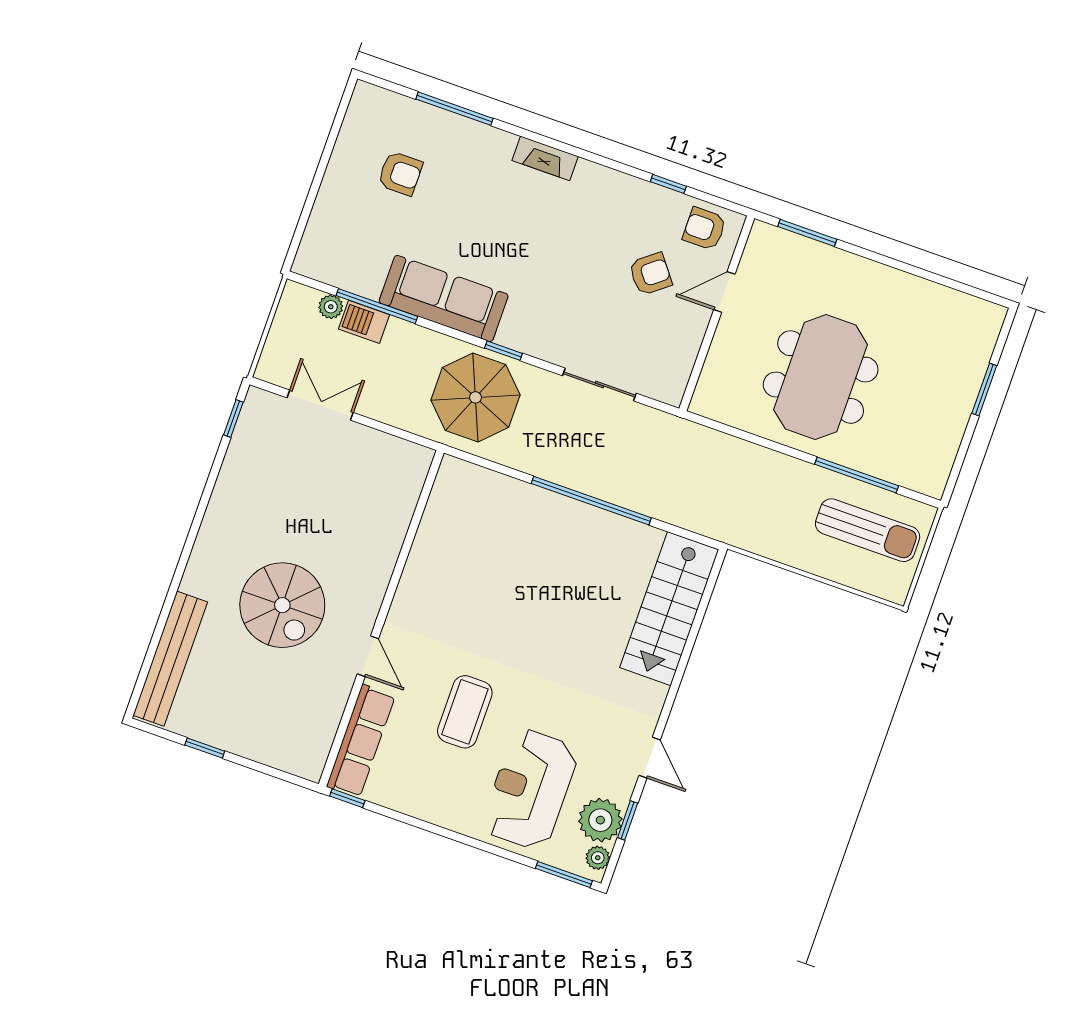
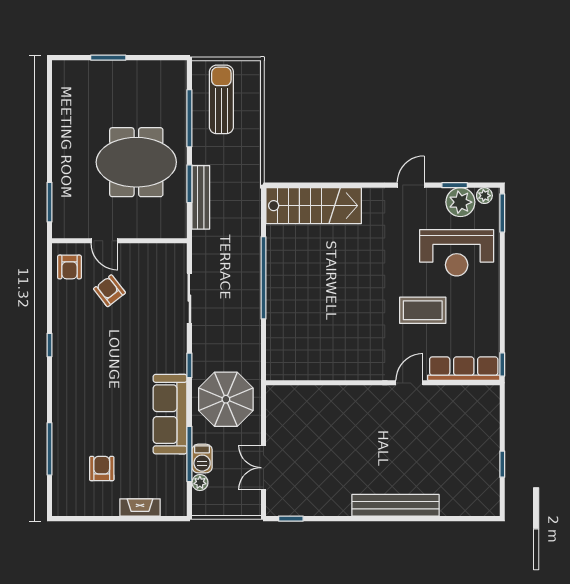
fireplace: (545, 158) -> (140, 507), moved, turned -90
window: (668, 184) -> (49, 345), moved
parasol: (475, 397) -> (226, 399), moved
window: (763, 442) -> (189, 184), added
bench: (738, 451) -> (201, 197), added
spiral stairs: (282, 605) -> (396, 447), removed
bench: (170, 659) -> (395, 505), moved

